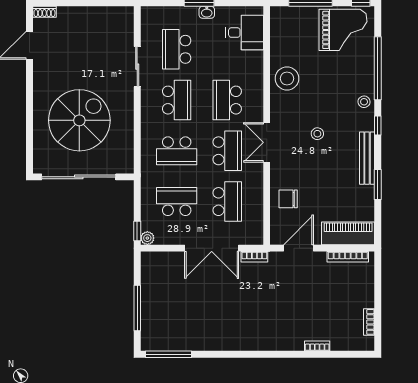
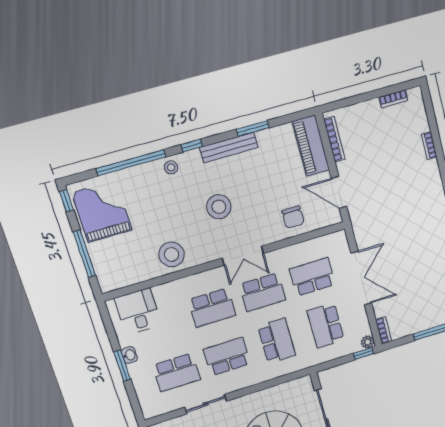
stool: (317, 134) -> (219, 207), width x1.89, depth x1.89
school desk: (227, 151) -> (263, 292), turned 180
bookcase: (254, 257) -> (384, 330), moved

